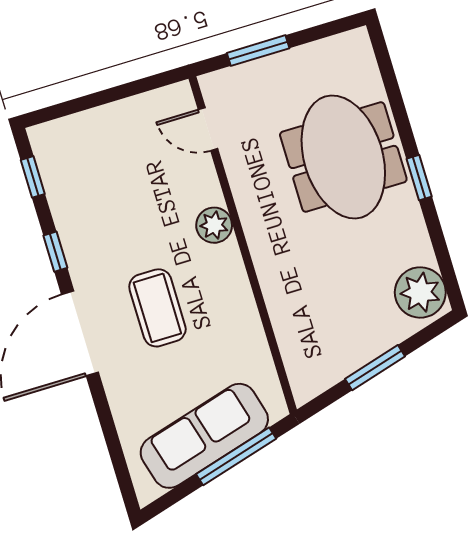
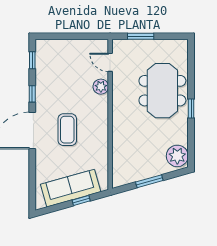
plant: (214, 225) -> (101, 87), moved
window: (236, 456) -> (81, 200), width x0.46

